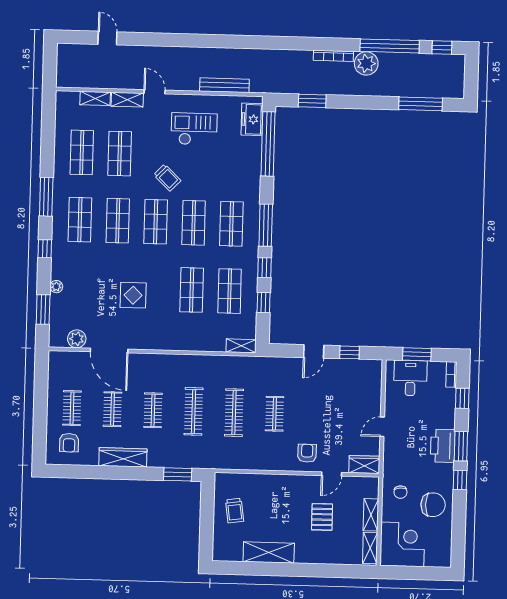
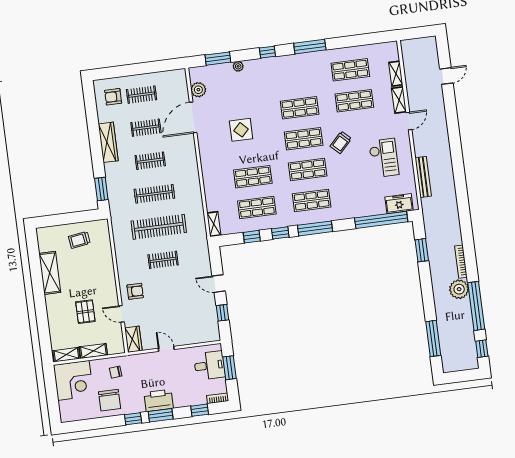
shop shelf: (80, 220) -> (296, 77), removed
clothes rail: (234, 413) -> (159, 227), width x1.37, depth x1.31
pallet: (322, 517) -> (85, 312), turned 90

